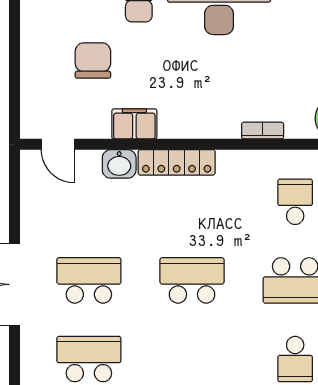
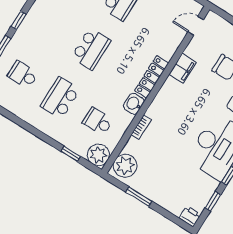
washbasin: (119, 164) -> (134, 104), moved
school desk: (295, 202) -> (98, 121), turned 180

